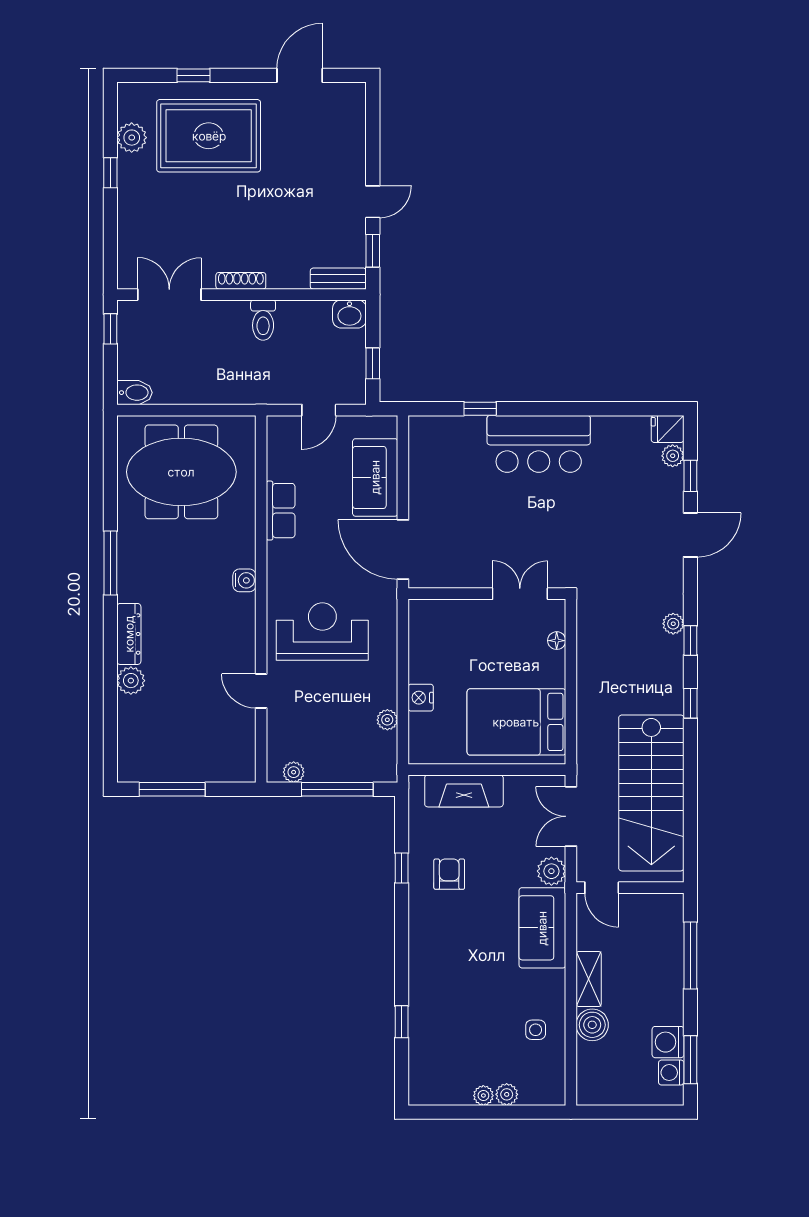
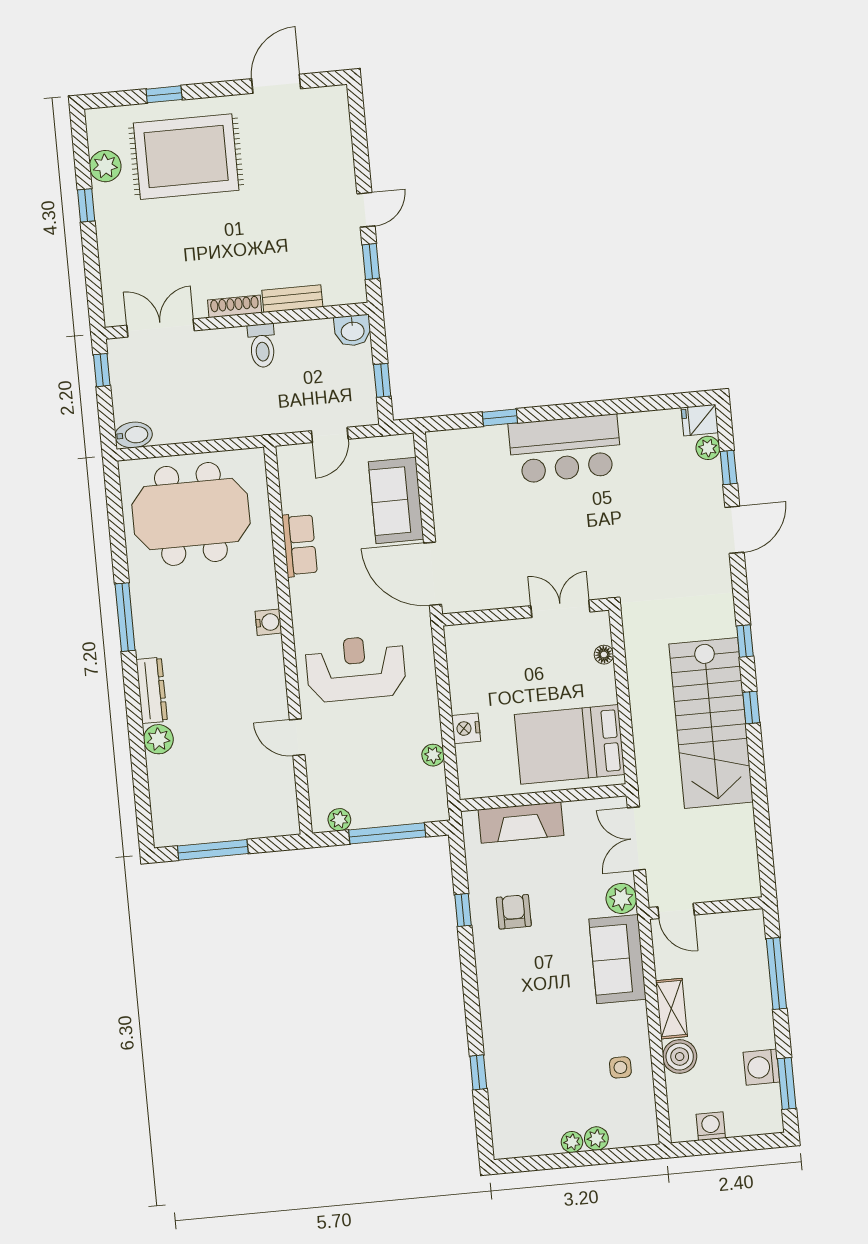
bench: (338, 279) -> (292, 299), moved
plant: (673, 624) -> (725, 625), removed
stairs: (651, 793) -> (711, 723), moved
washing machine: (671, 1073) -> (711, 1126), moved, turned 90

